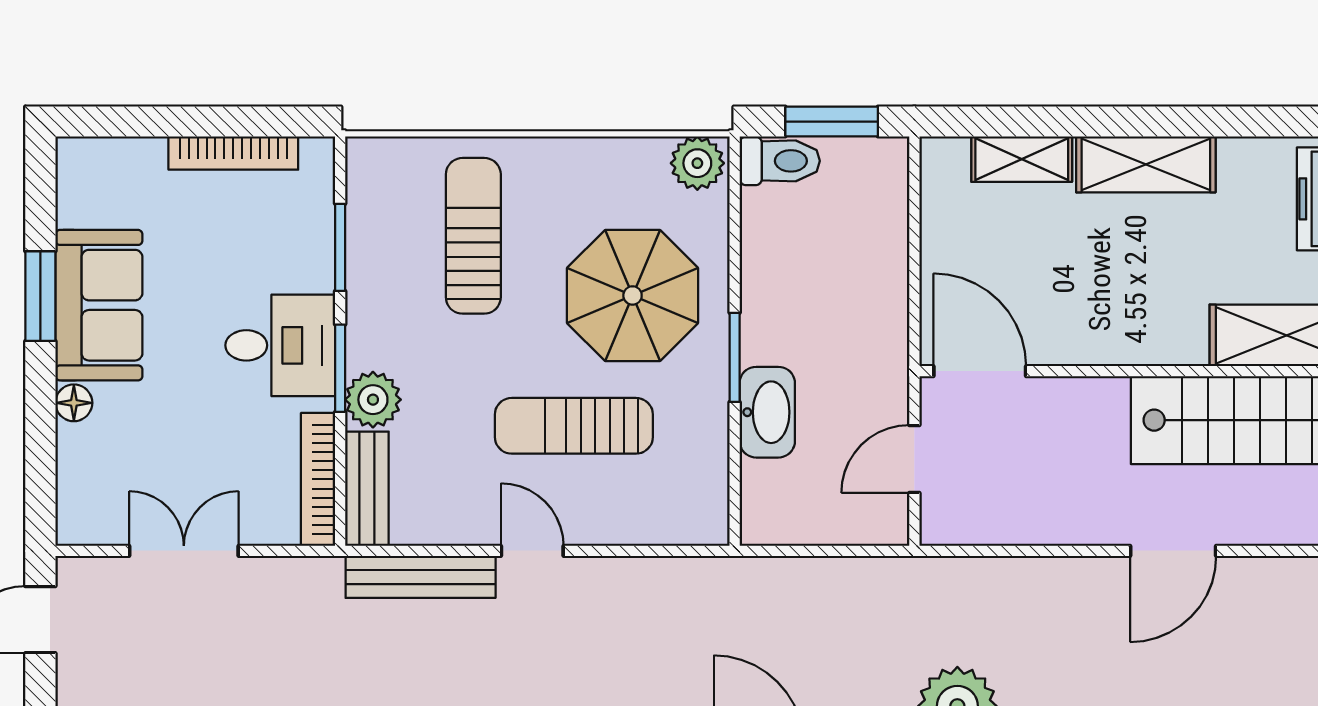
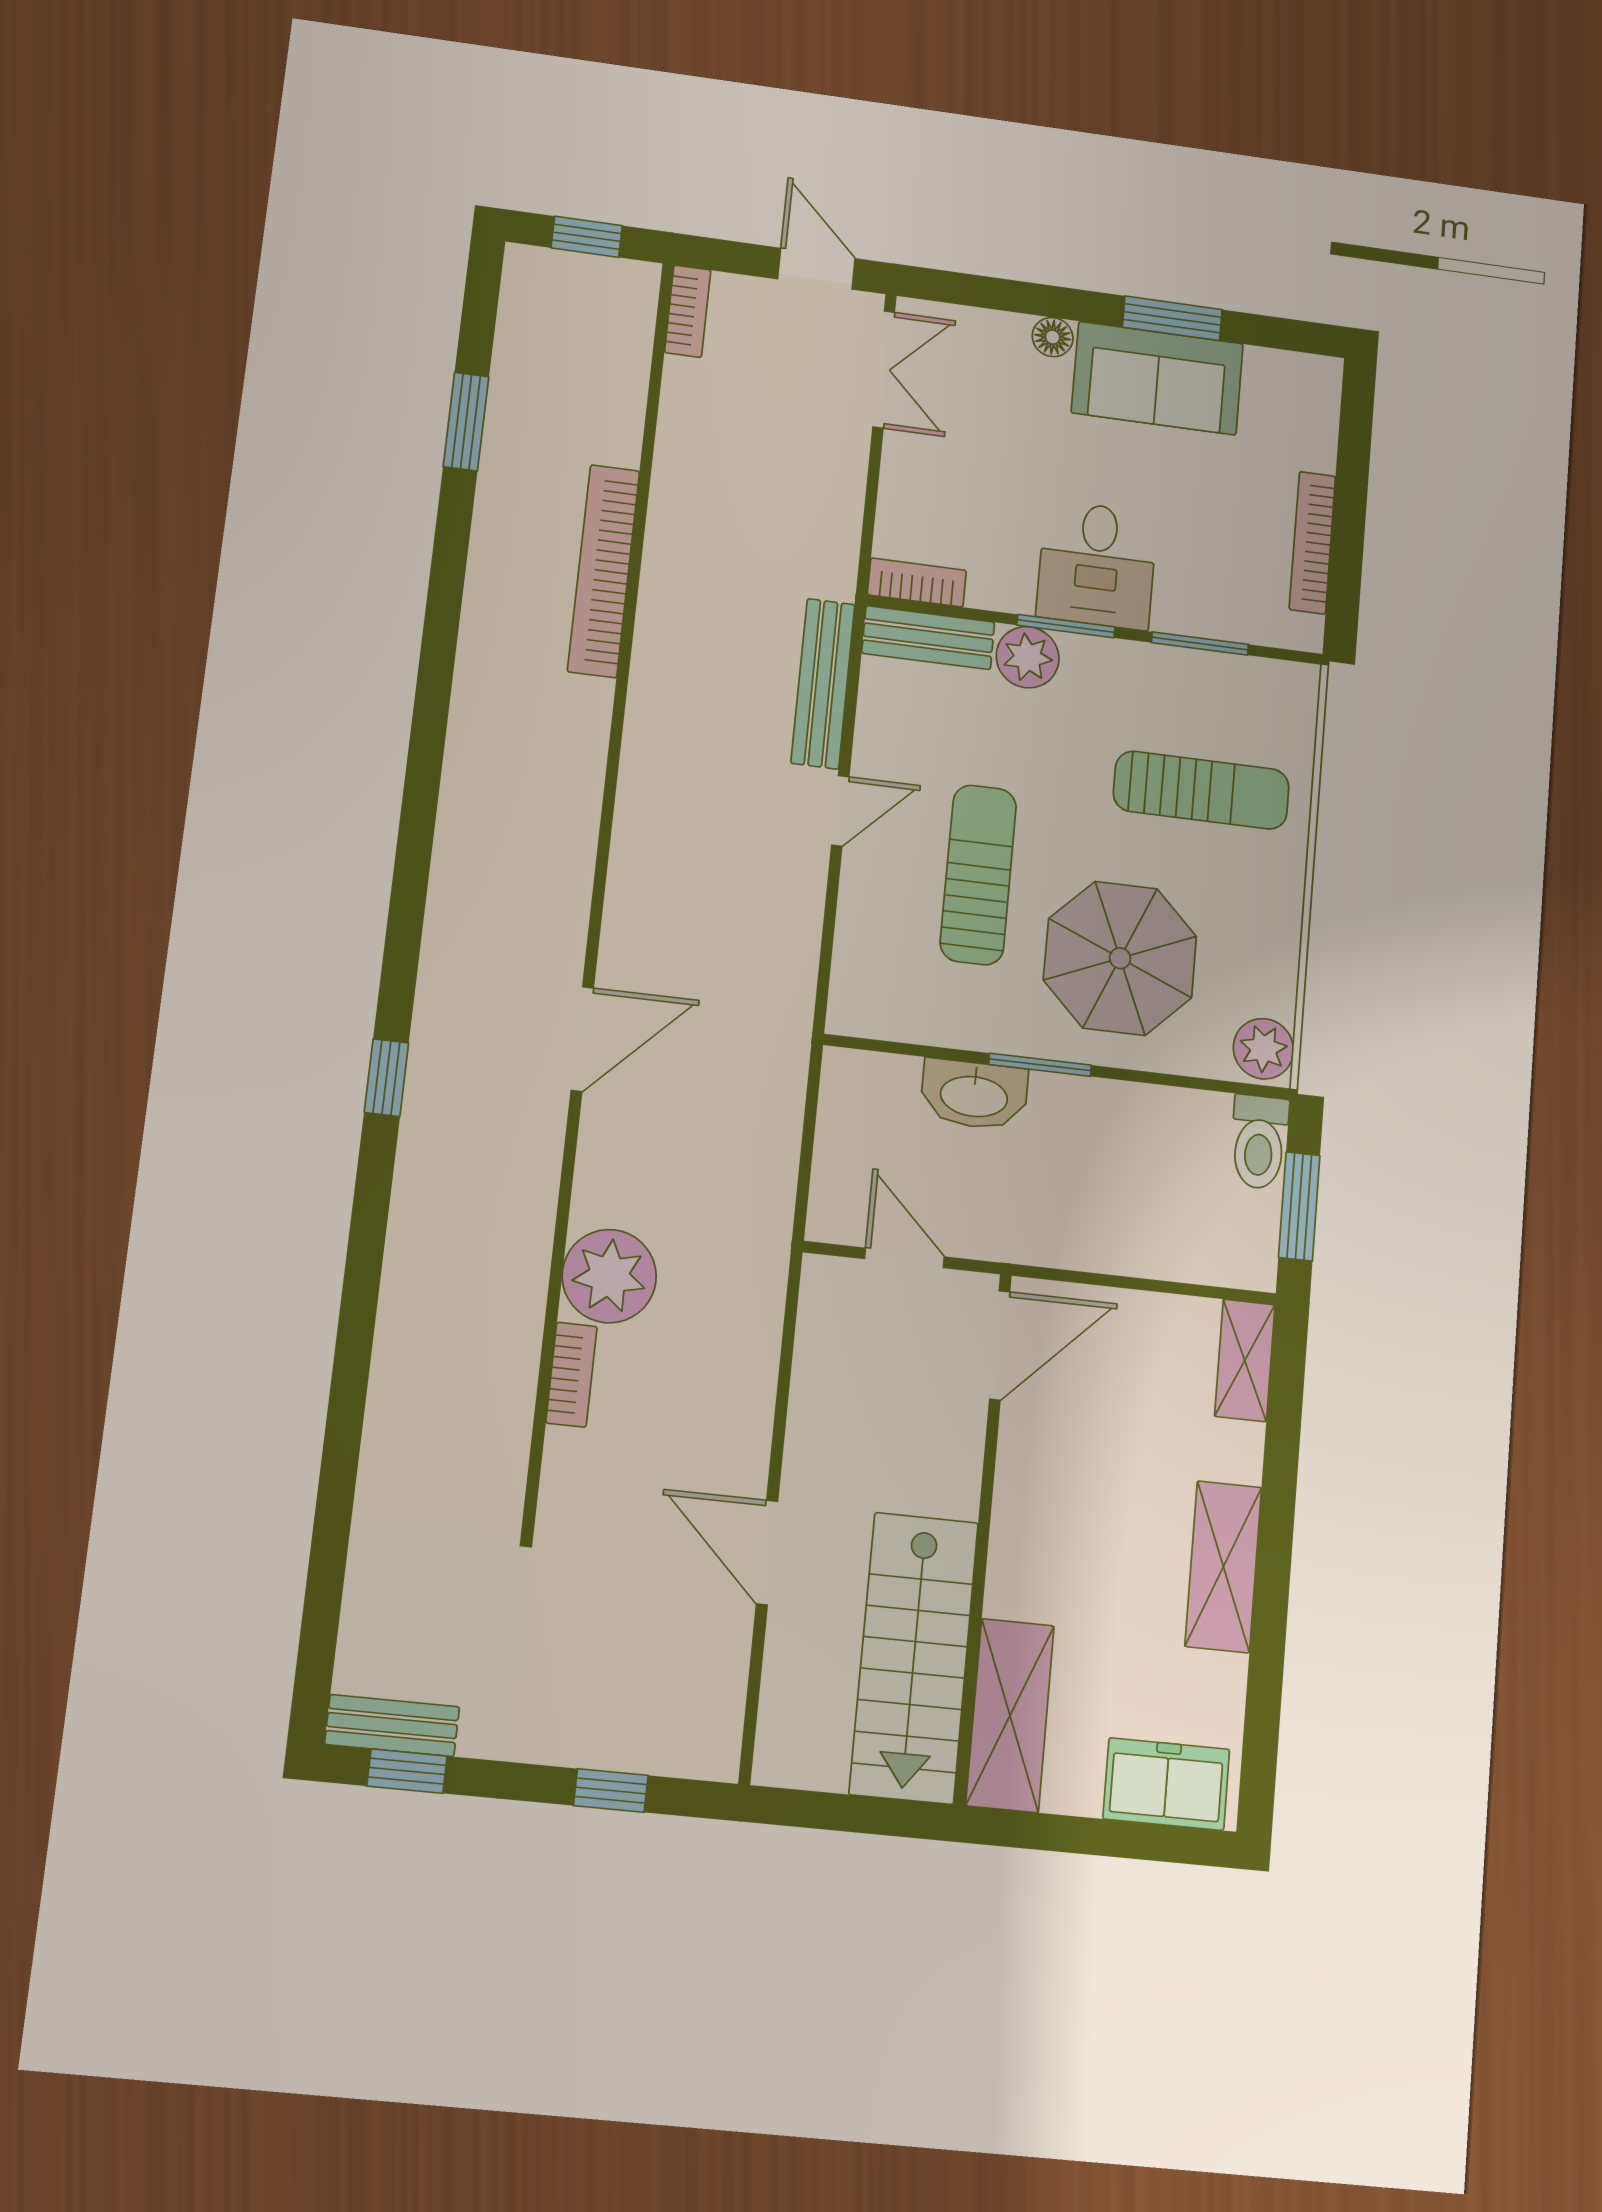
shelving: (1022, 159) -> (1245, 1360), moved
bookcase: (318, 479) -> (917, 582), width x0.64
double door: (184, 551) -> (884, 369), moved

